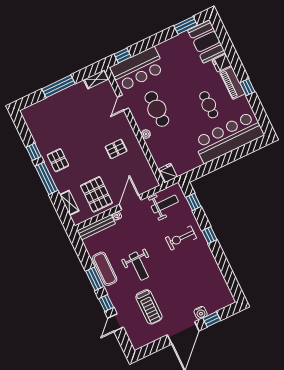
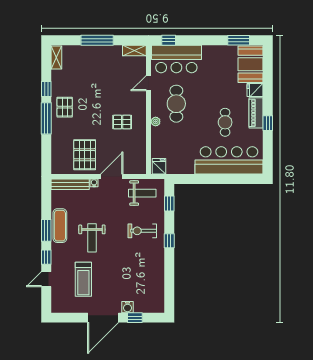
shelving: (69, 203) -> (56, 57), moved

